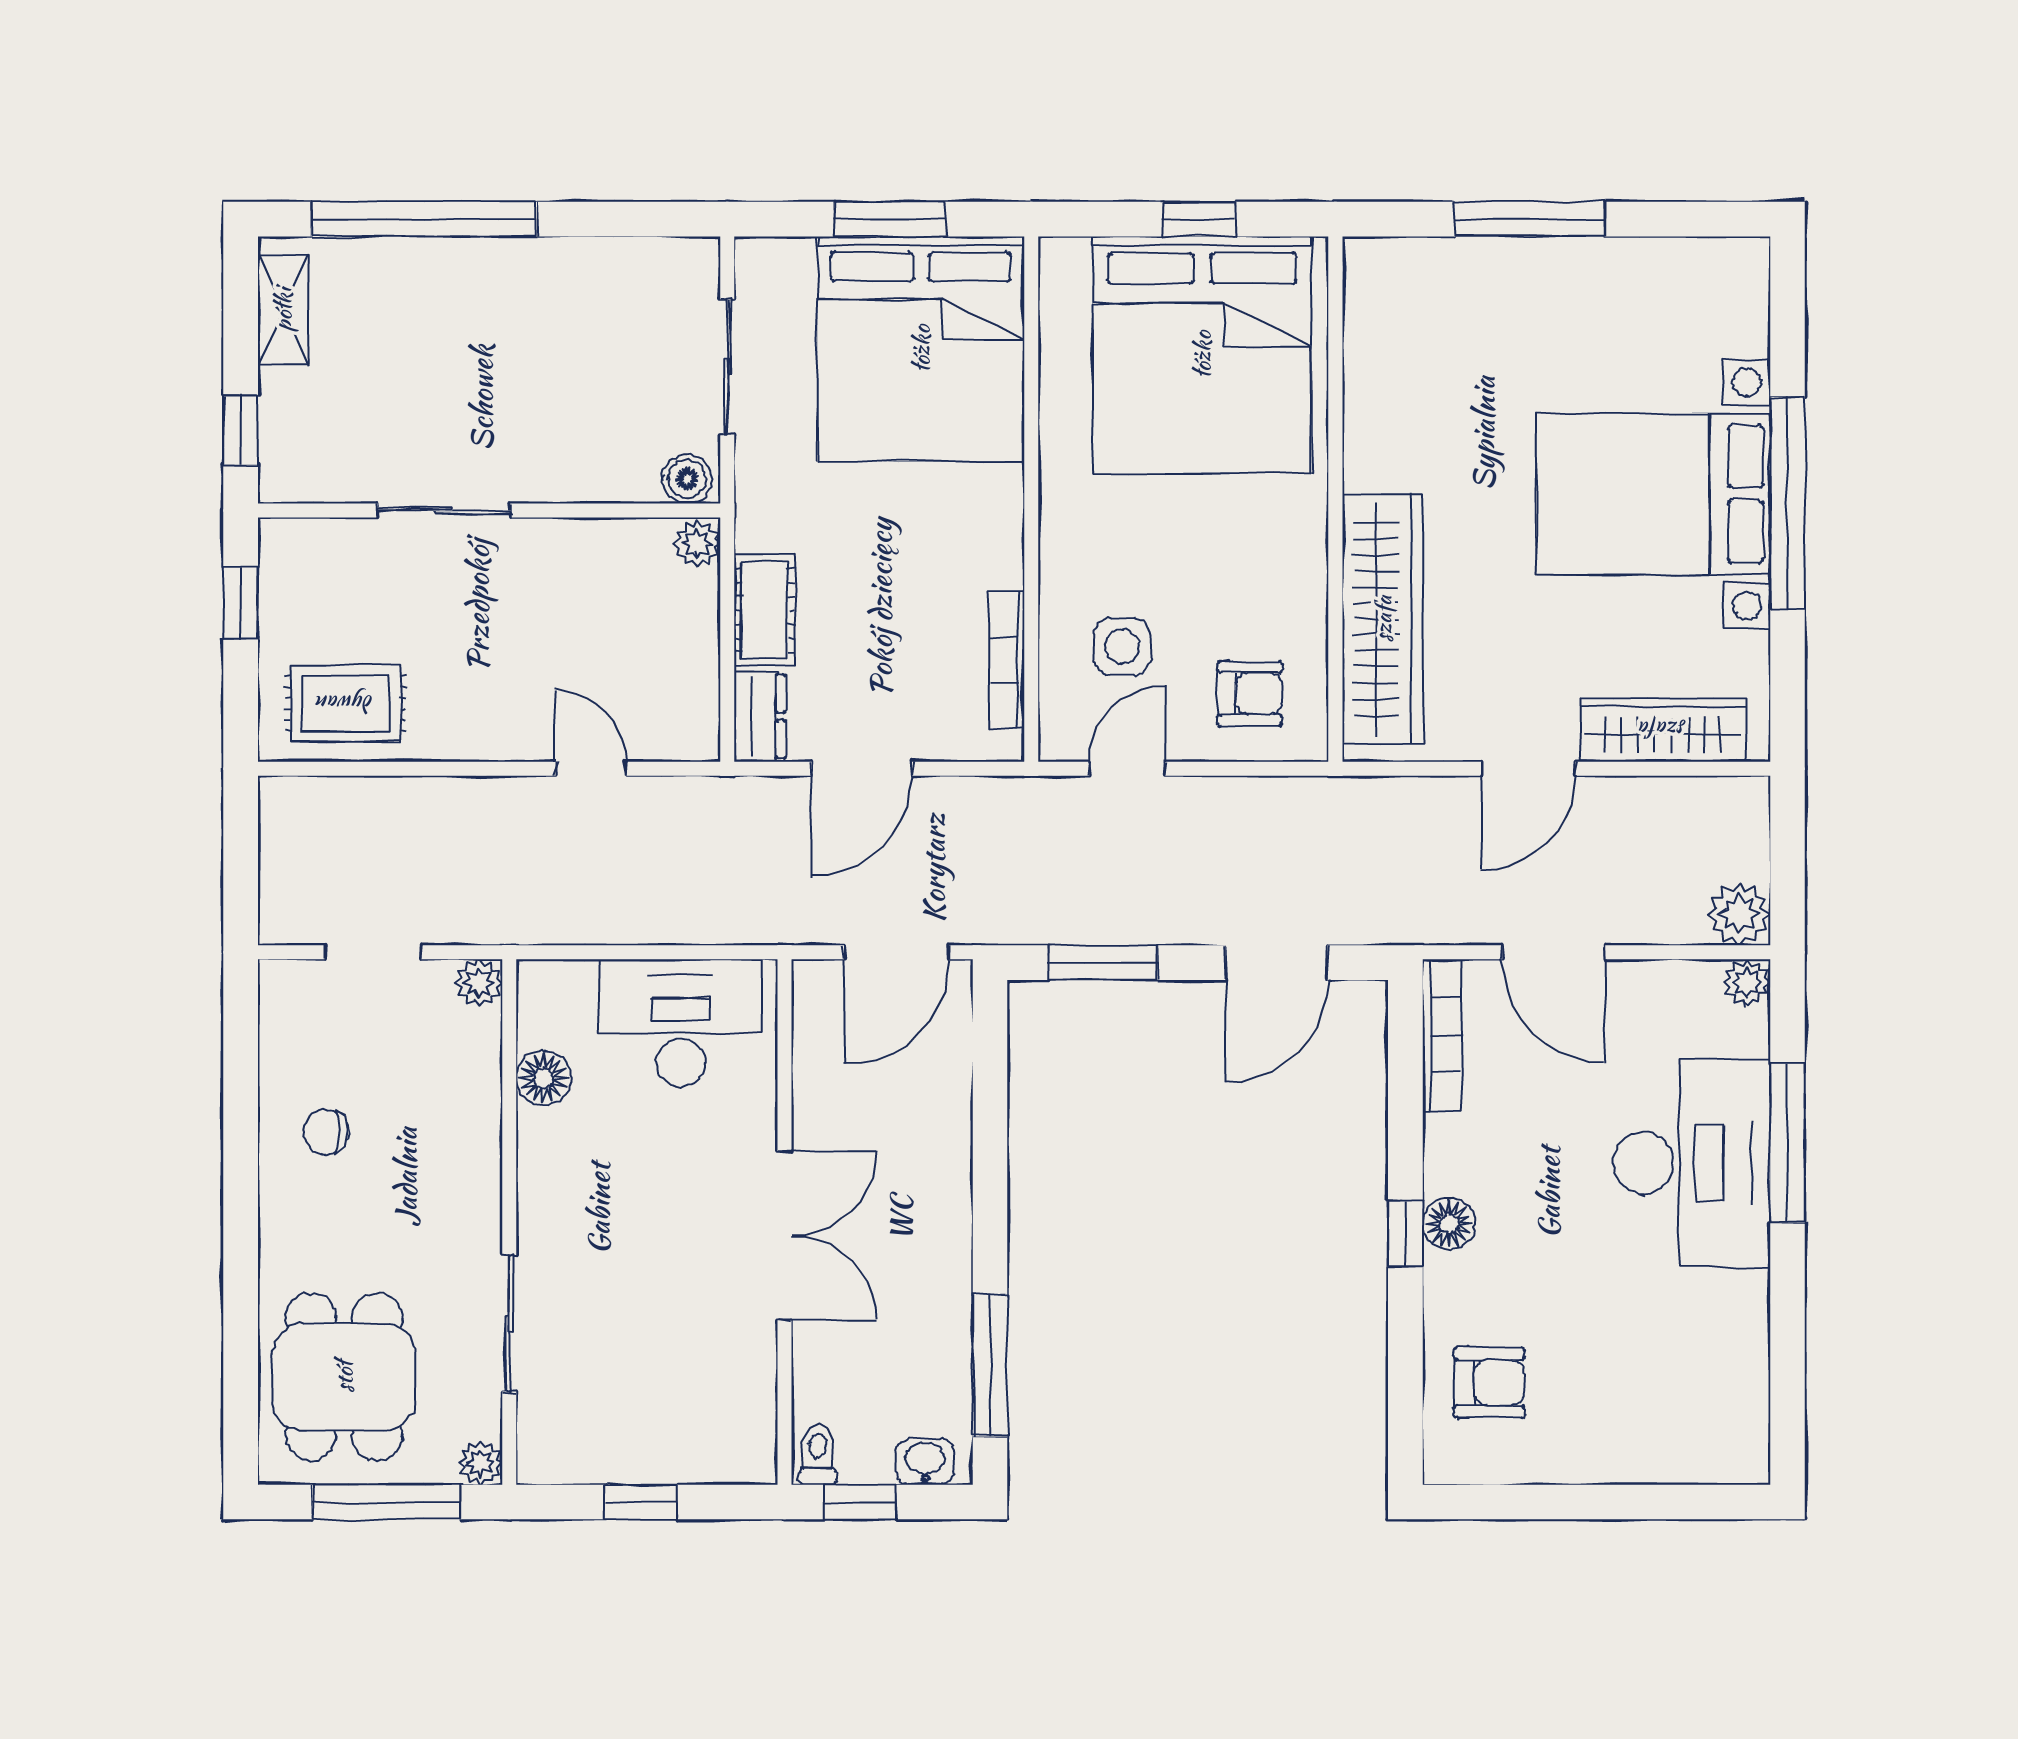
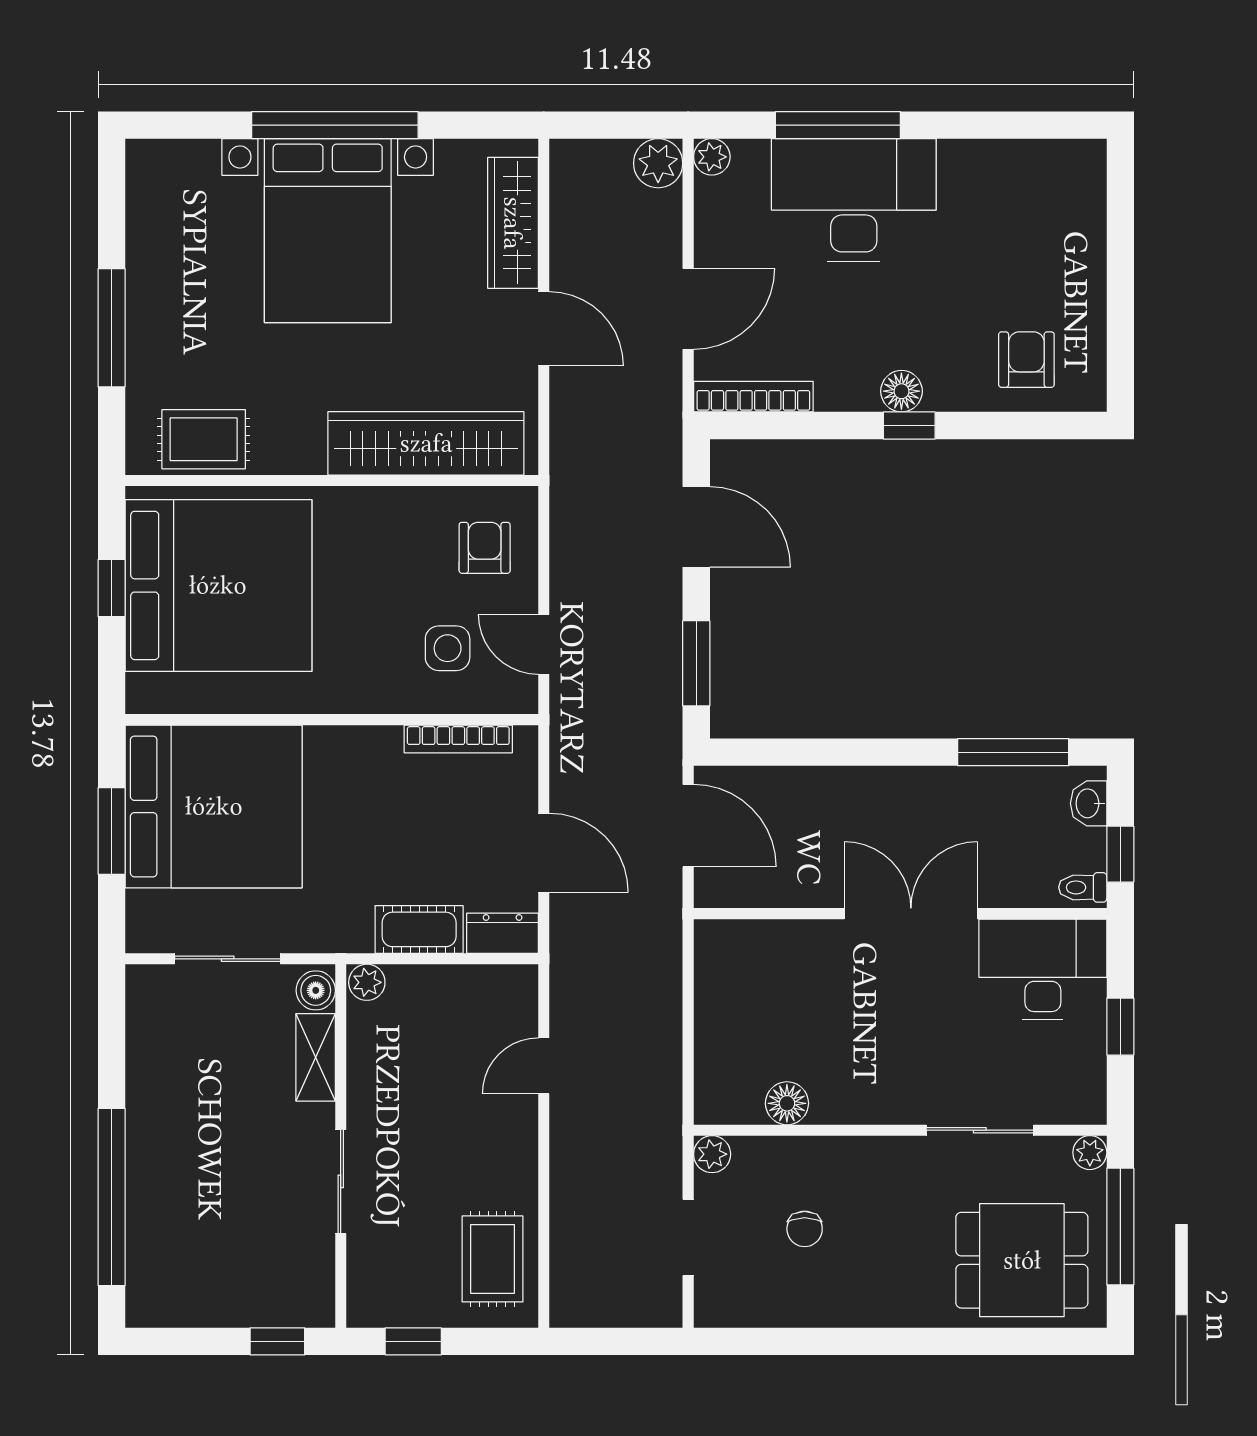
shelving: (283, 310) -> (316, 1057), moved, turned 90
rug: (1388, 336) -> (204, 439), added
desk: (681, 1023) -> (1043, 969), moved, turned 90
chair: (326, 1132) -> (805, 1229), moved

